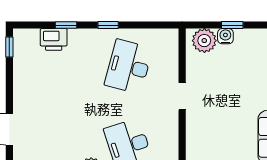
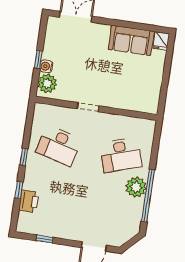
window: (9, 47) -> (45, 239), moved

